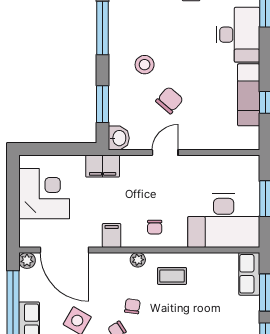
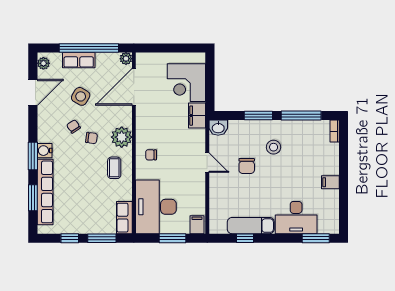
chair: (169, 100) -> (247, 166), turned 49
window: (103, 104) -> (258, 116), moved
corner desk: (44, 194) -> (186, 83), moved, turned 90
filing cabinet: (112, 235) -> (197, 225), moved, turned -90
plant: (138, 260) -> (122, 137), width x1.88, depth x1.88
row of seats: (249, 274) -> (124, 218), moved, turned -90

